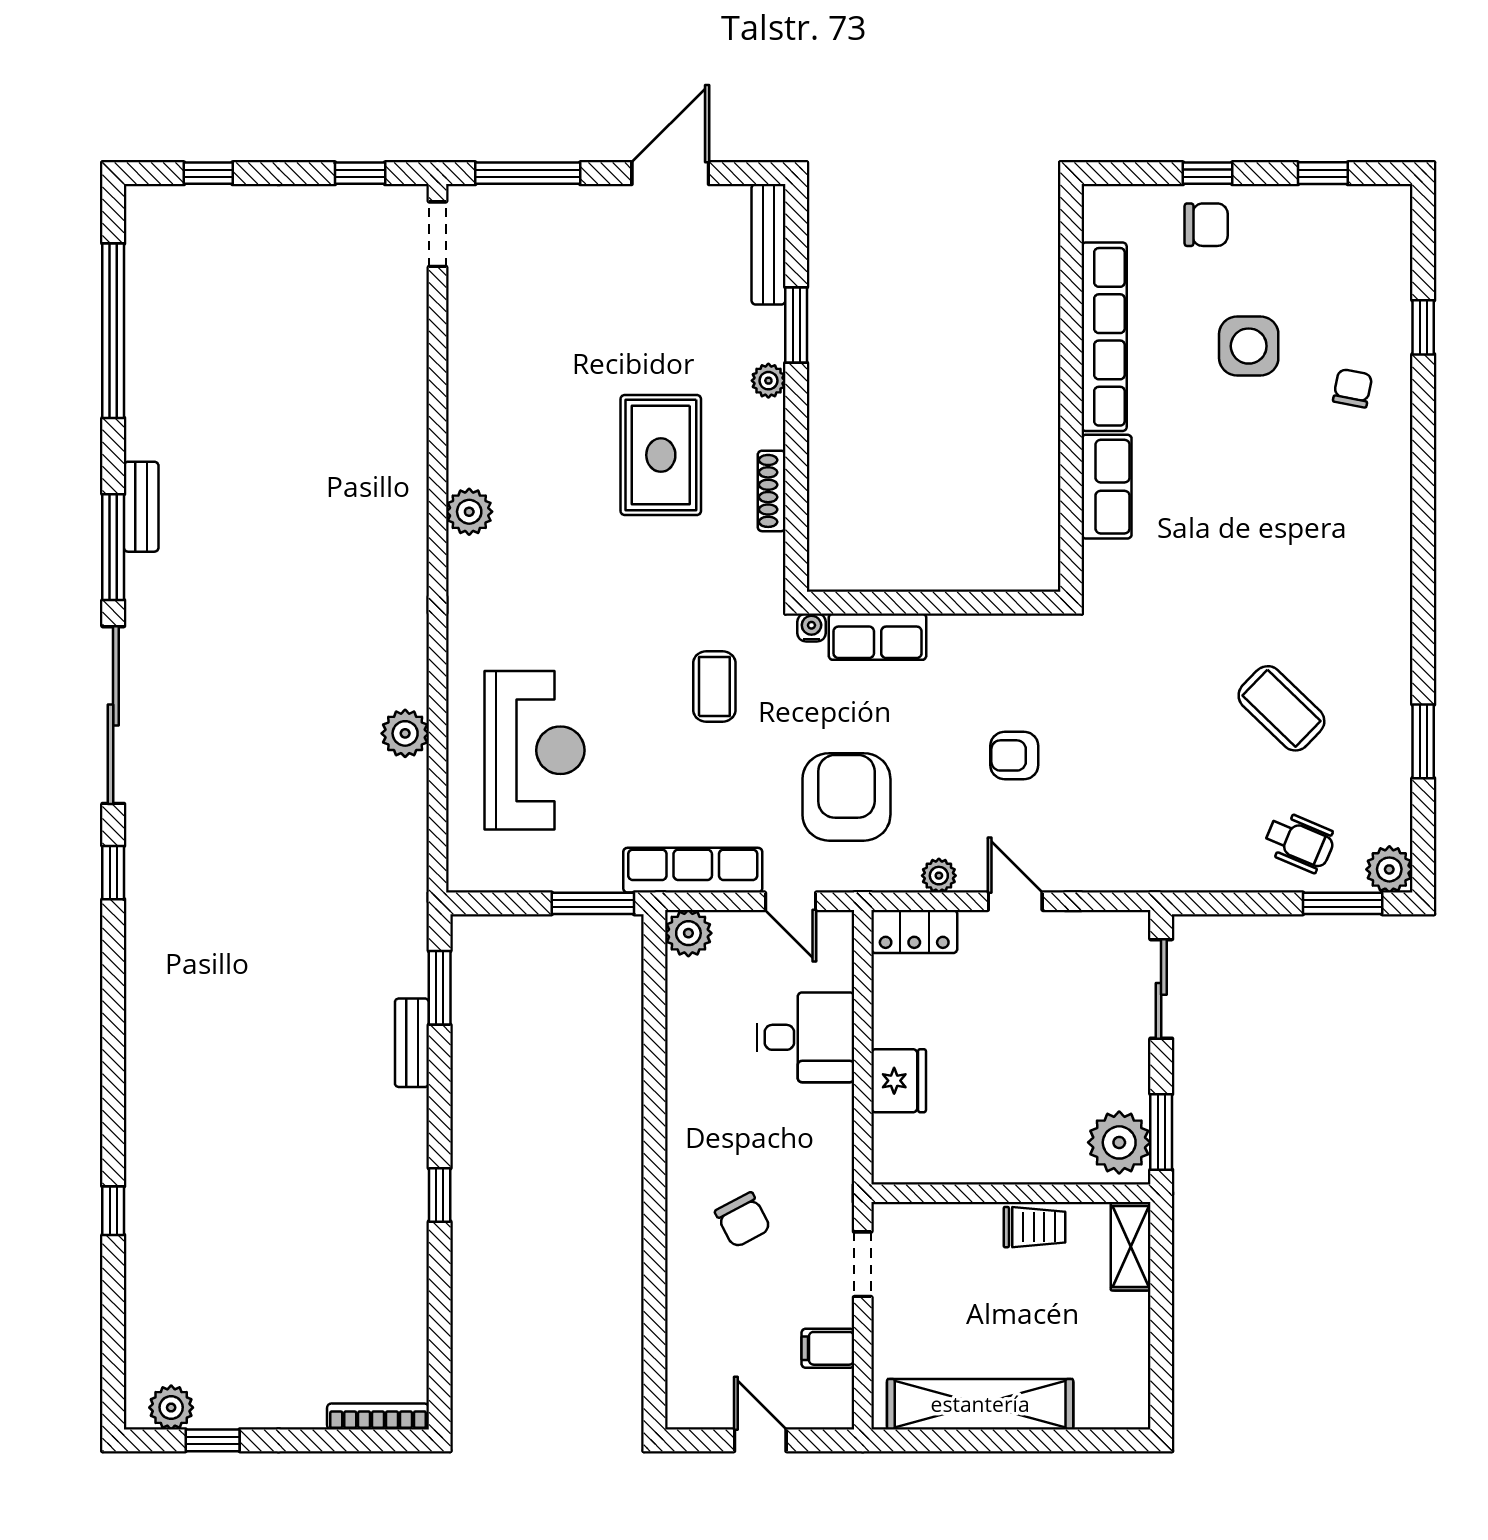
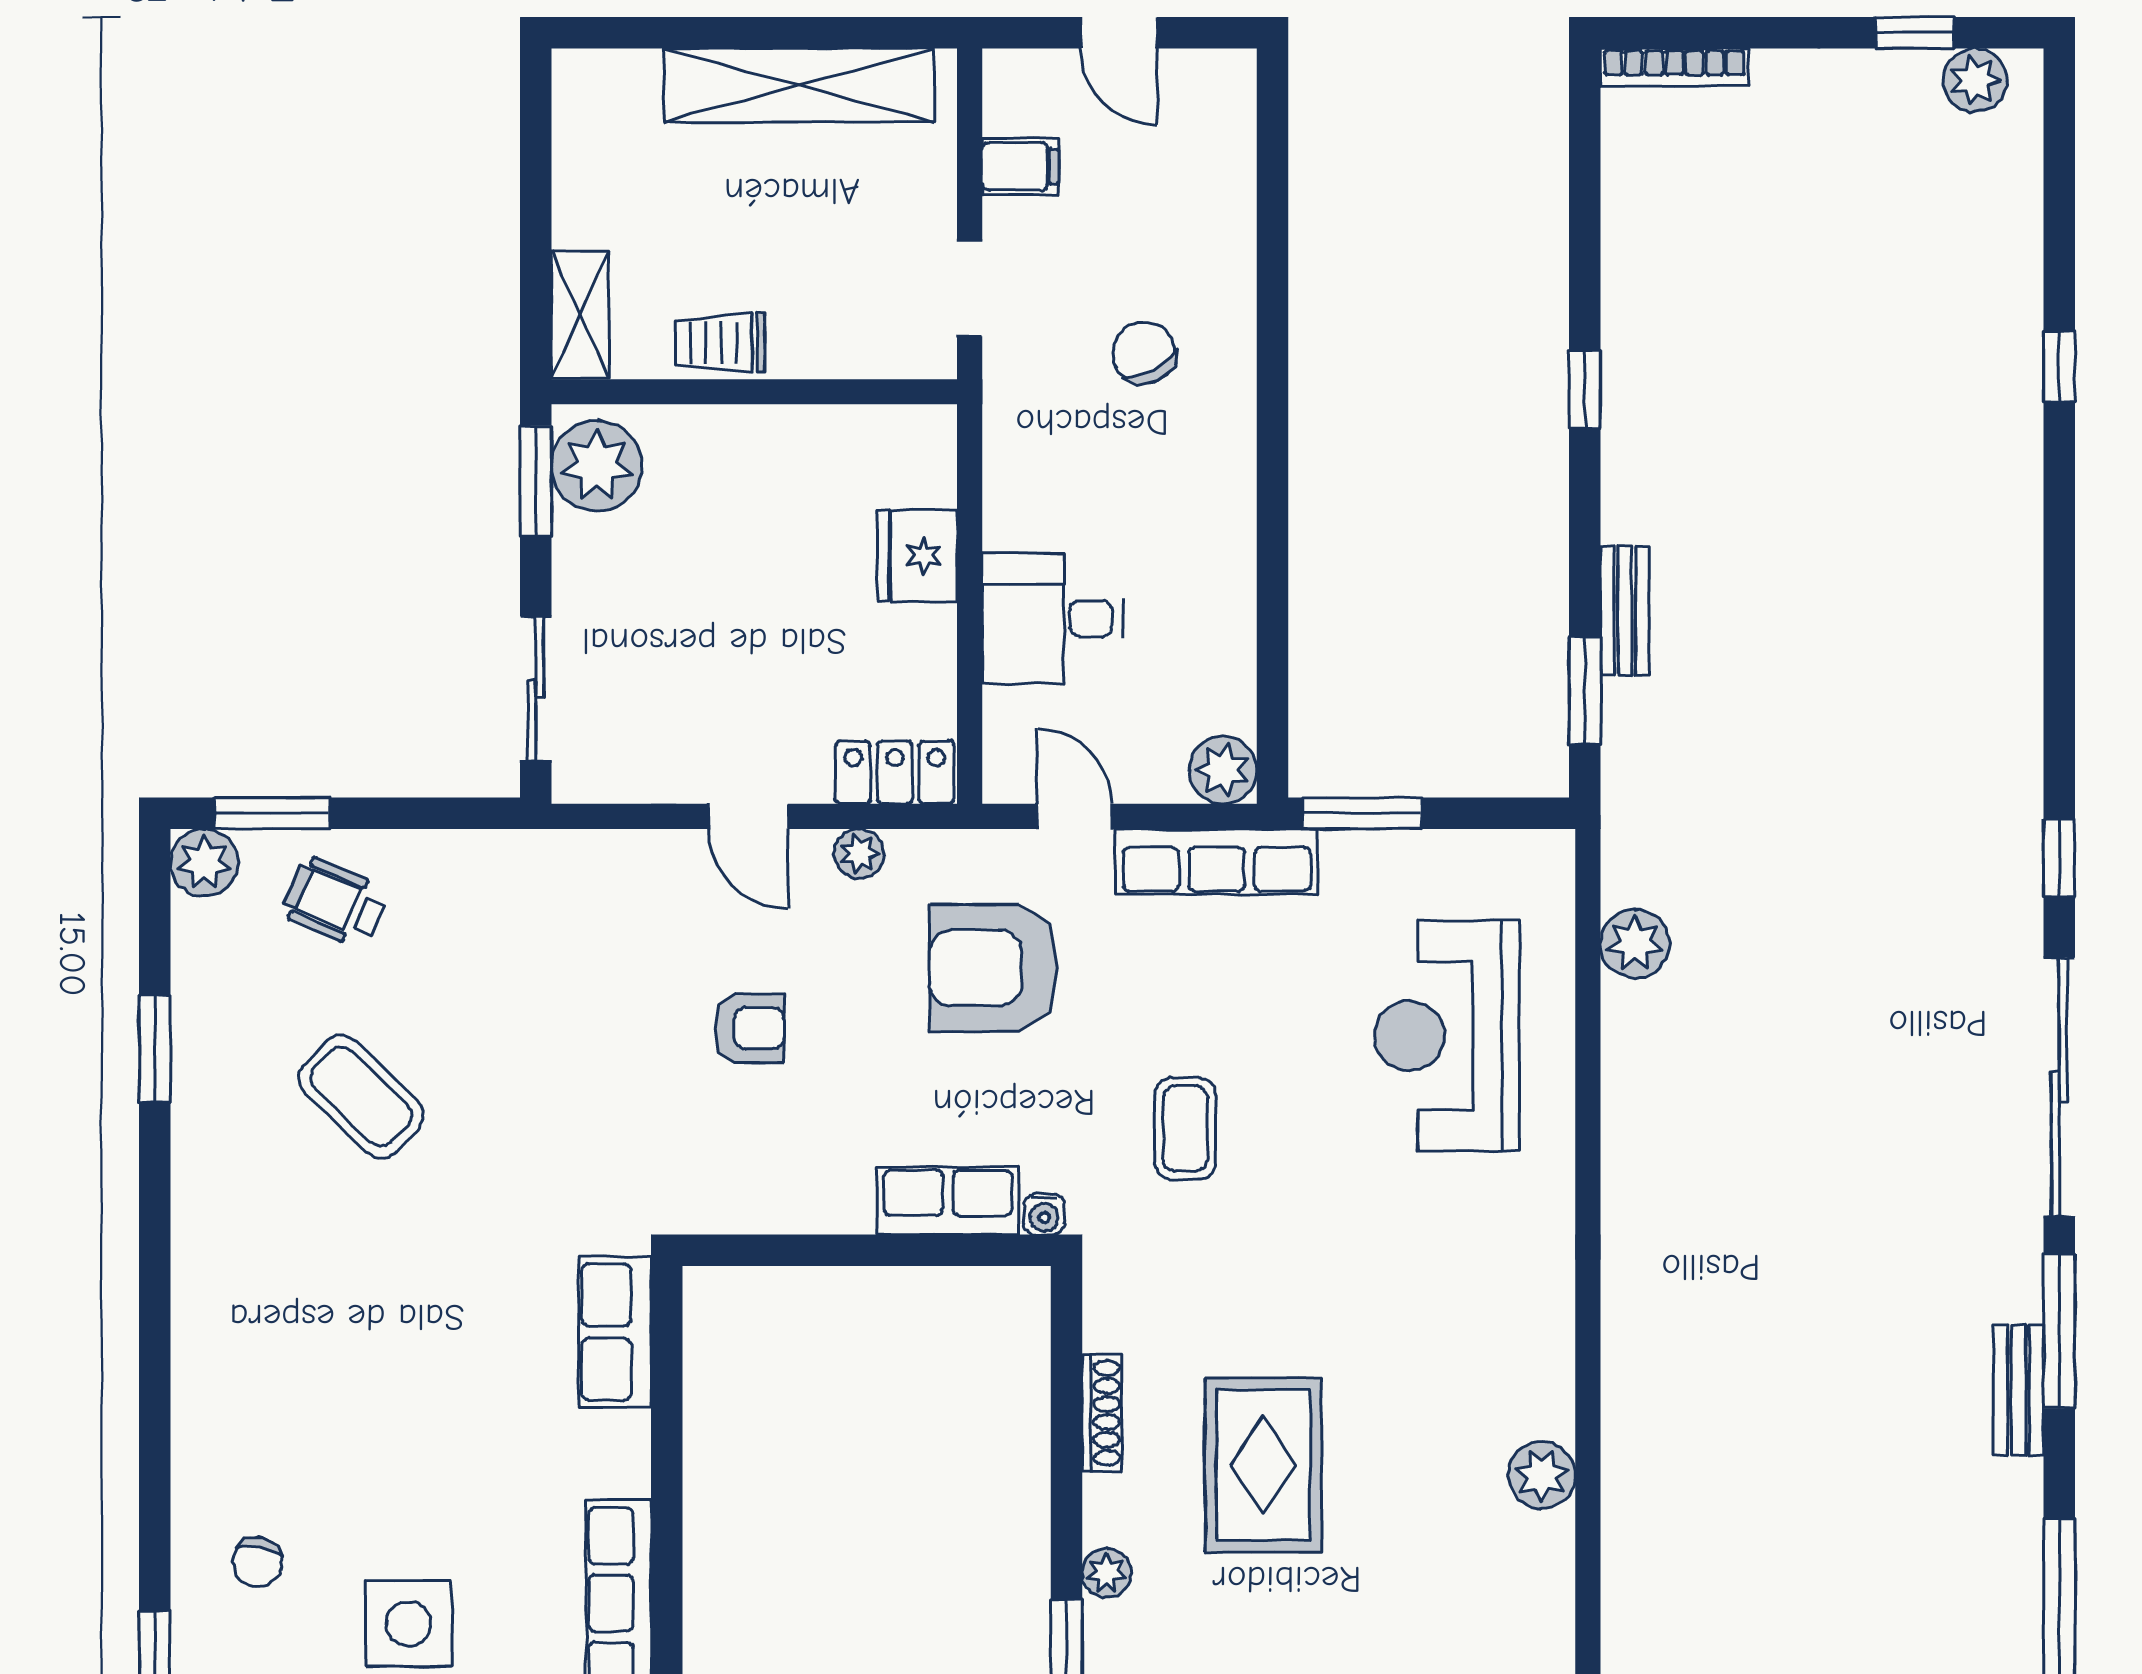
row of seats: (1107, 487) -> (615, 1332), moved
plant: (469, 512) -> (1542, 1475), moved
plant: (405, 733) -> (1635, 944), moved
armchair: (846, 797) -> (993, 968), turned 90

